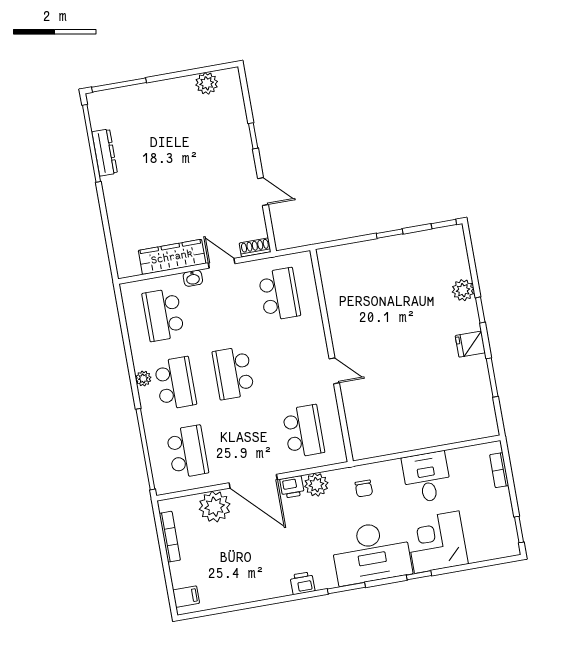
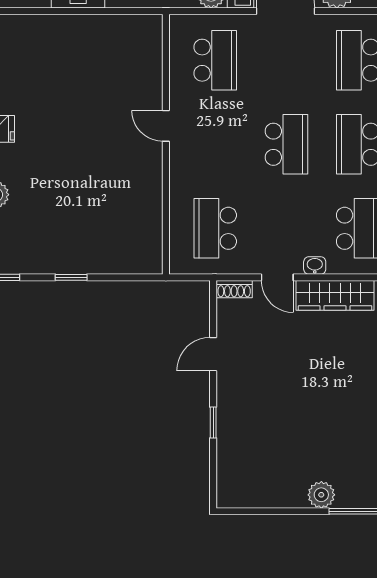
plant: (207, 83) -> (321, 495), moved
door: (263, 192) -> (213, 354), hinge flipped
school desk: (303, 431) -> (215, 60), turned 180

